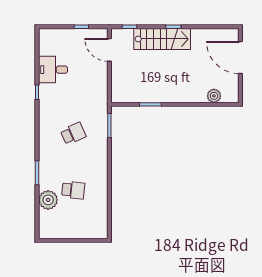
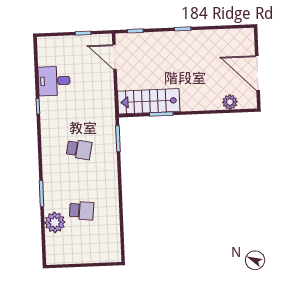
stairs: (162, 39) -> (149, 101), moved, turned 180
door: (240, 58) -> (257, 73), moved
school desk: (73, 134) -> (79, 149), turned 36

